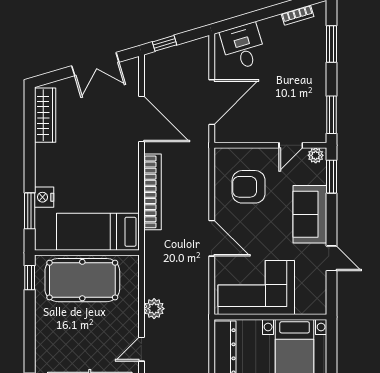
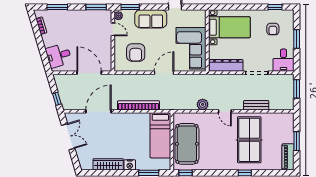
wardrobe: (45, 115) -> (108, 164), moved
nightstand: (44, 197) -> (130, 165), moved

